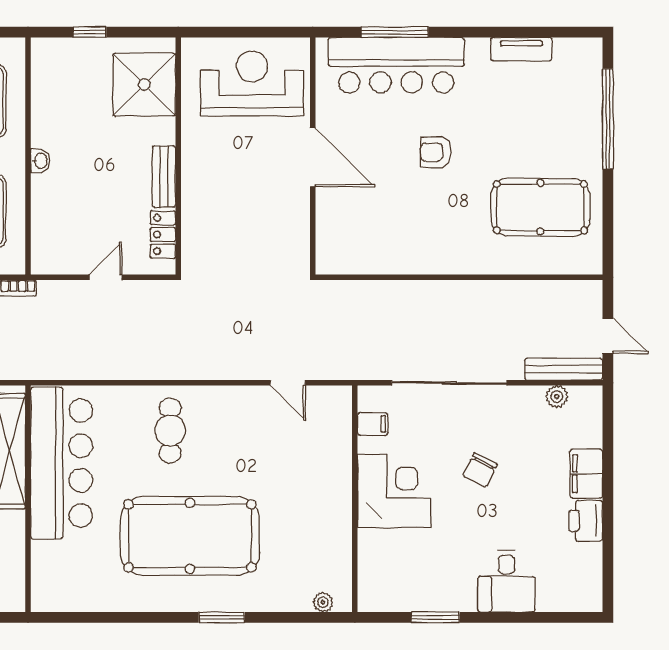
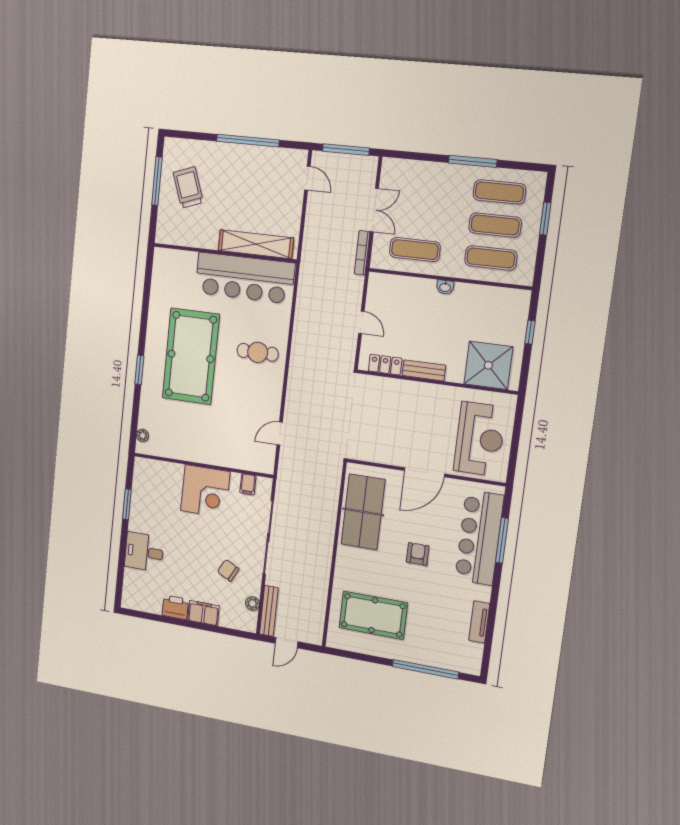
pool table: (540, 207) -> (373, 615), turned 90
table tennis table: (386, 241) -> (363, 512), added
chair: (480, 470) -> (228, 570), moved

